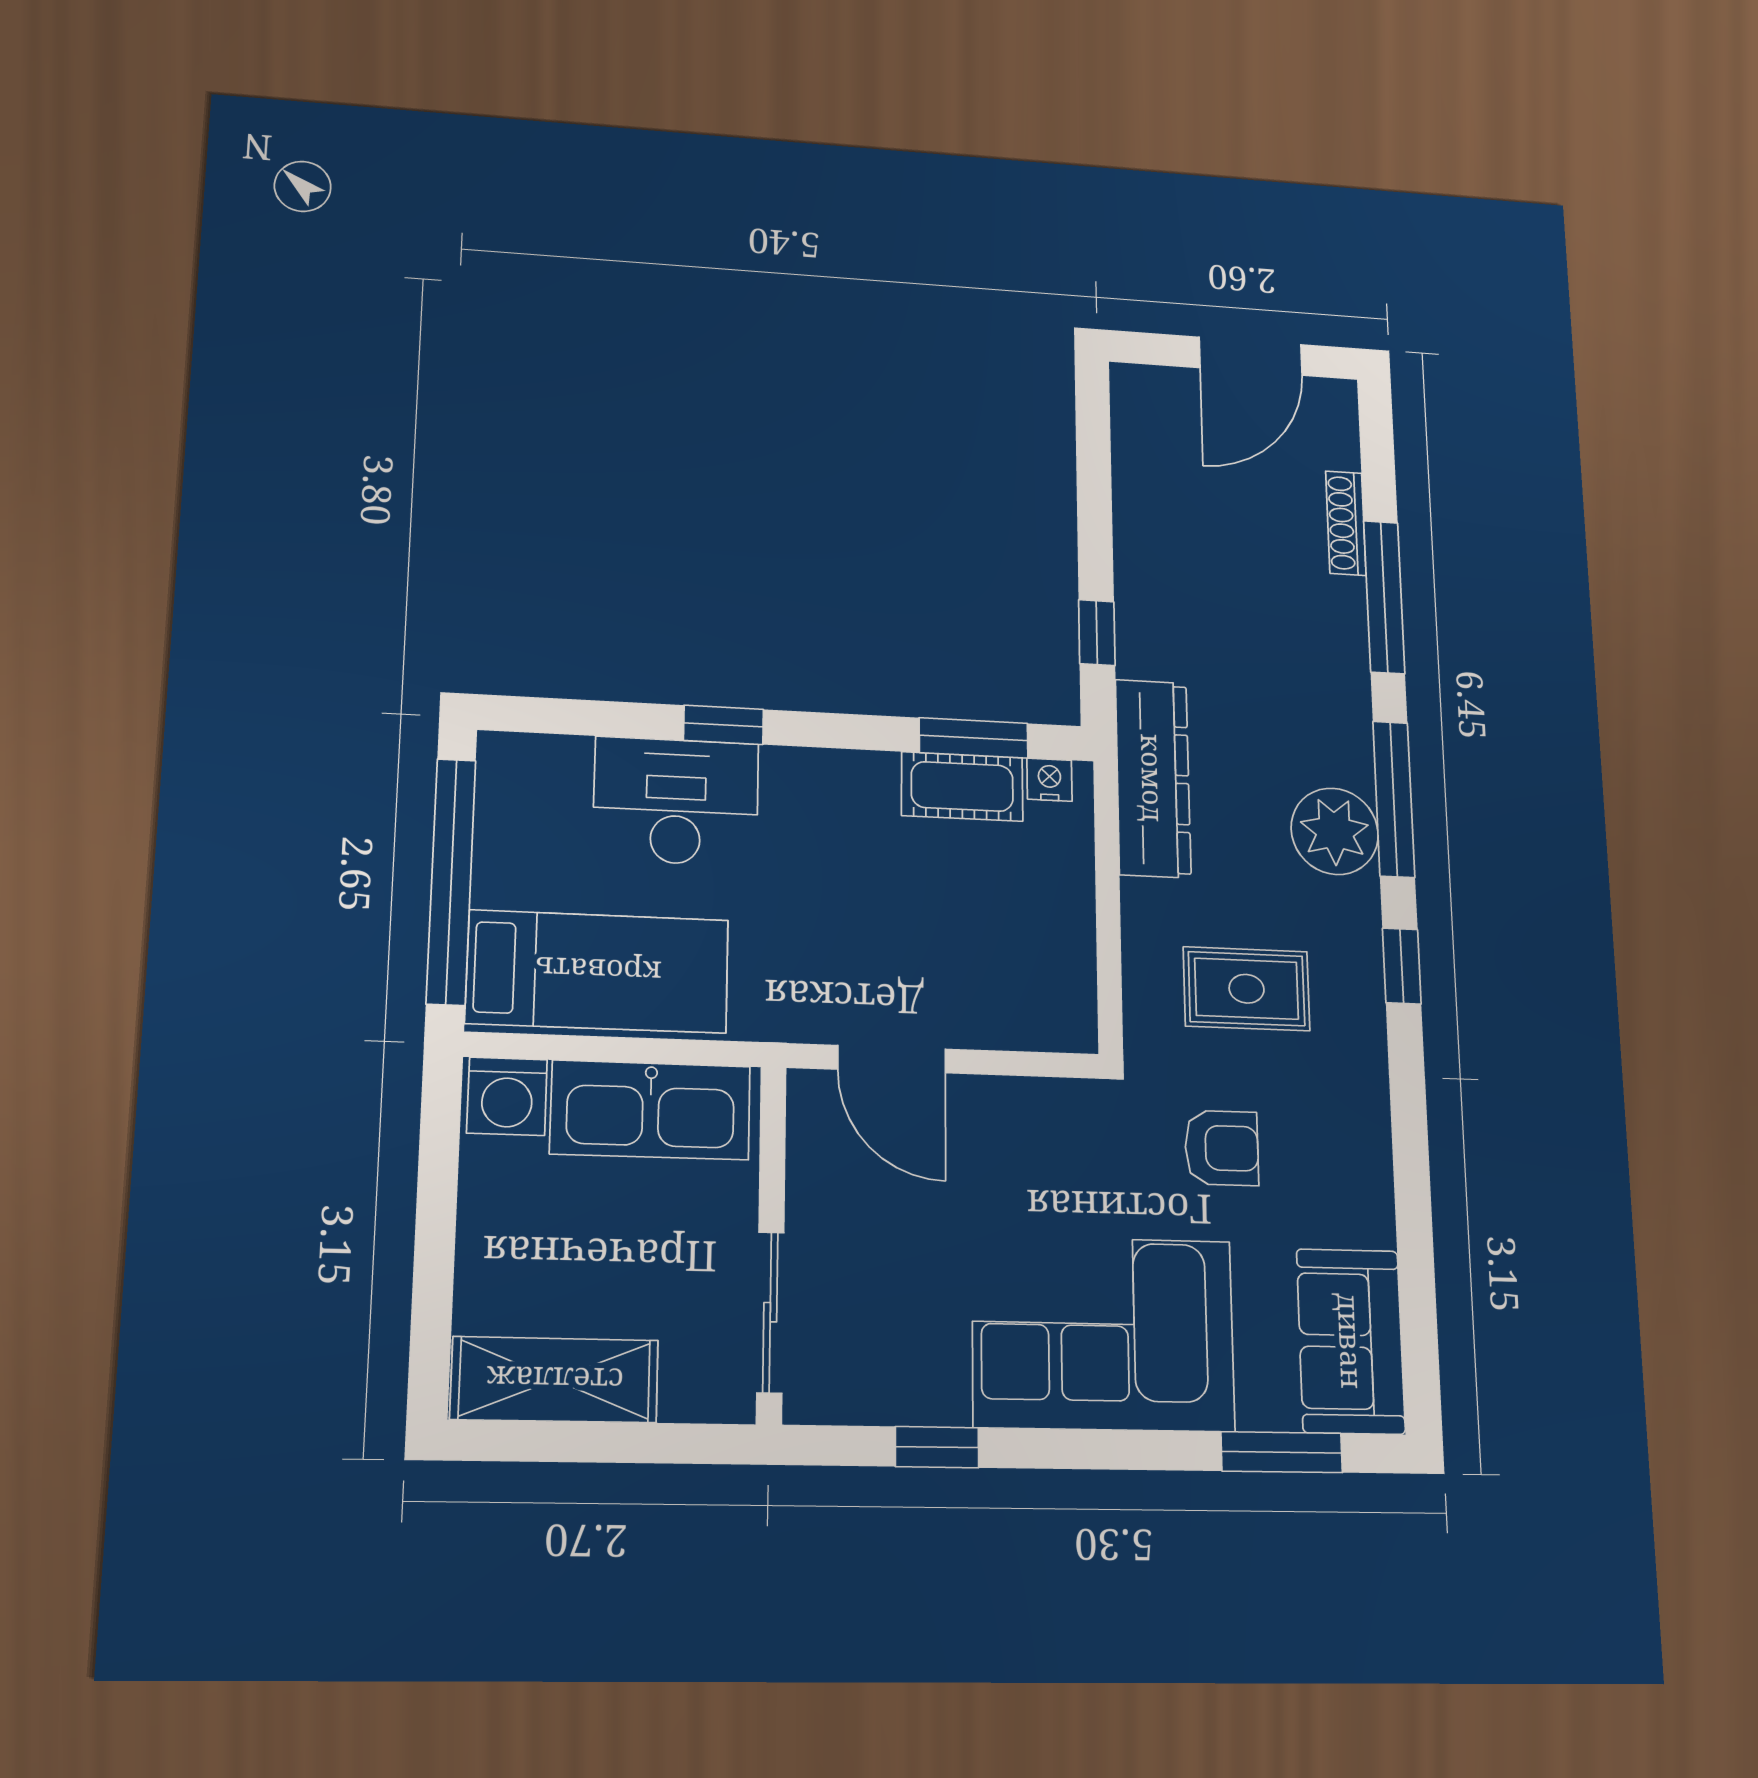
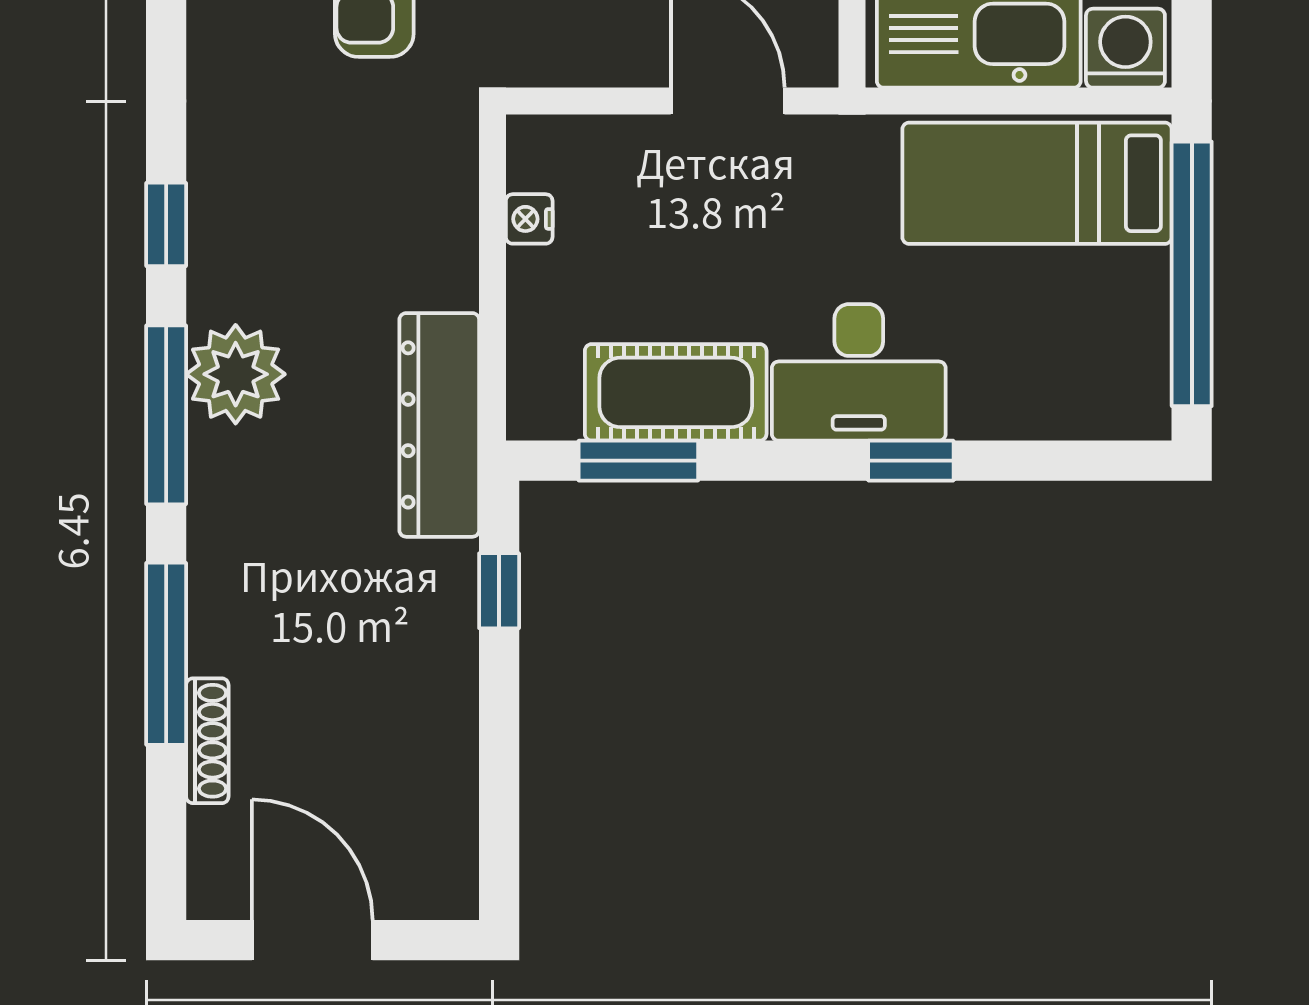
door: (1251, 356) -> (312, 940), hinge flipped
nightstand: (1050, 780) -> (529, 219), moved, turned 90
cot: (962, 786) -> (676, 392), width x1.37, depth x1.34
desk: (676, 801) -> (859, 372), moved
rug: (1247, 989) -> (341, 192), removed

